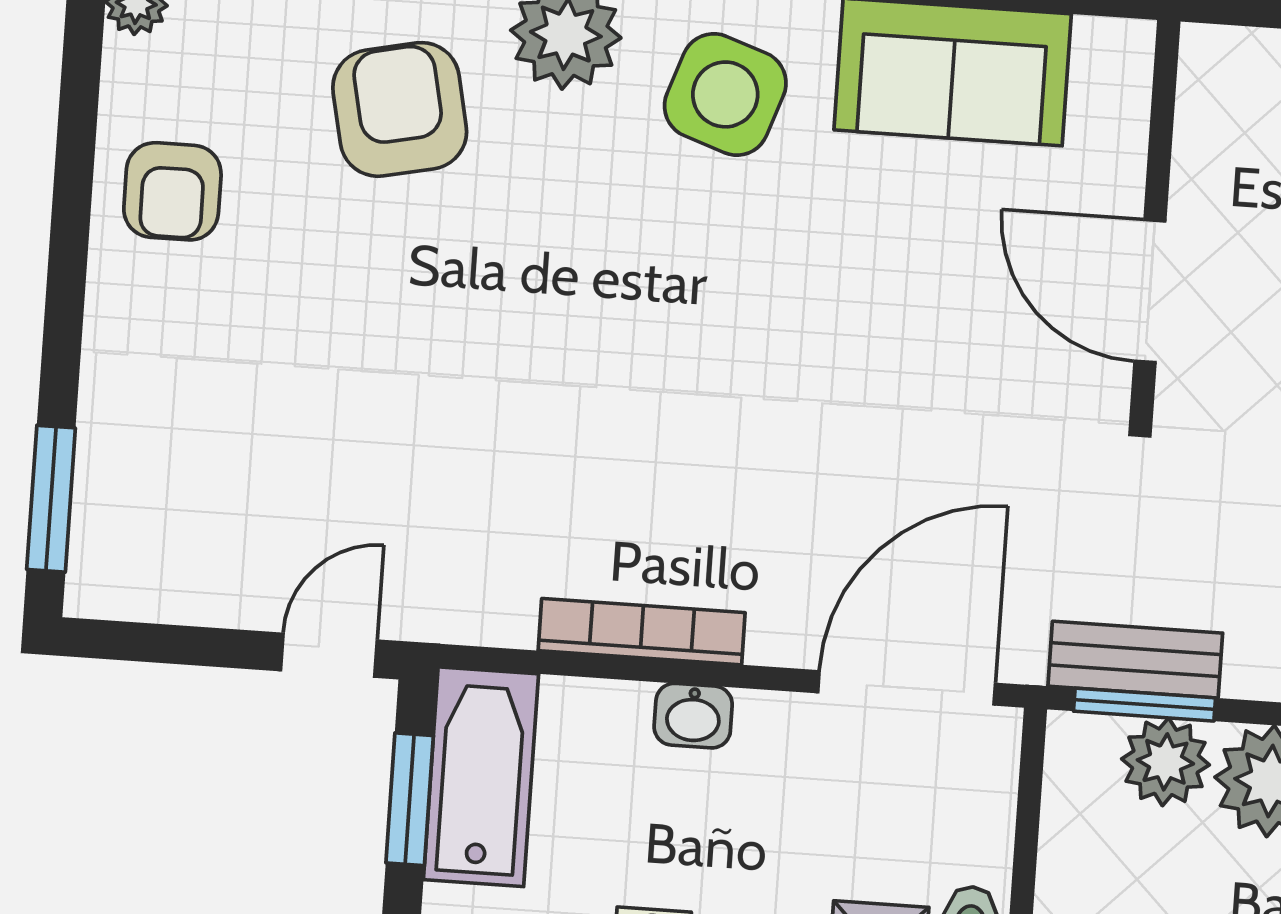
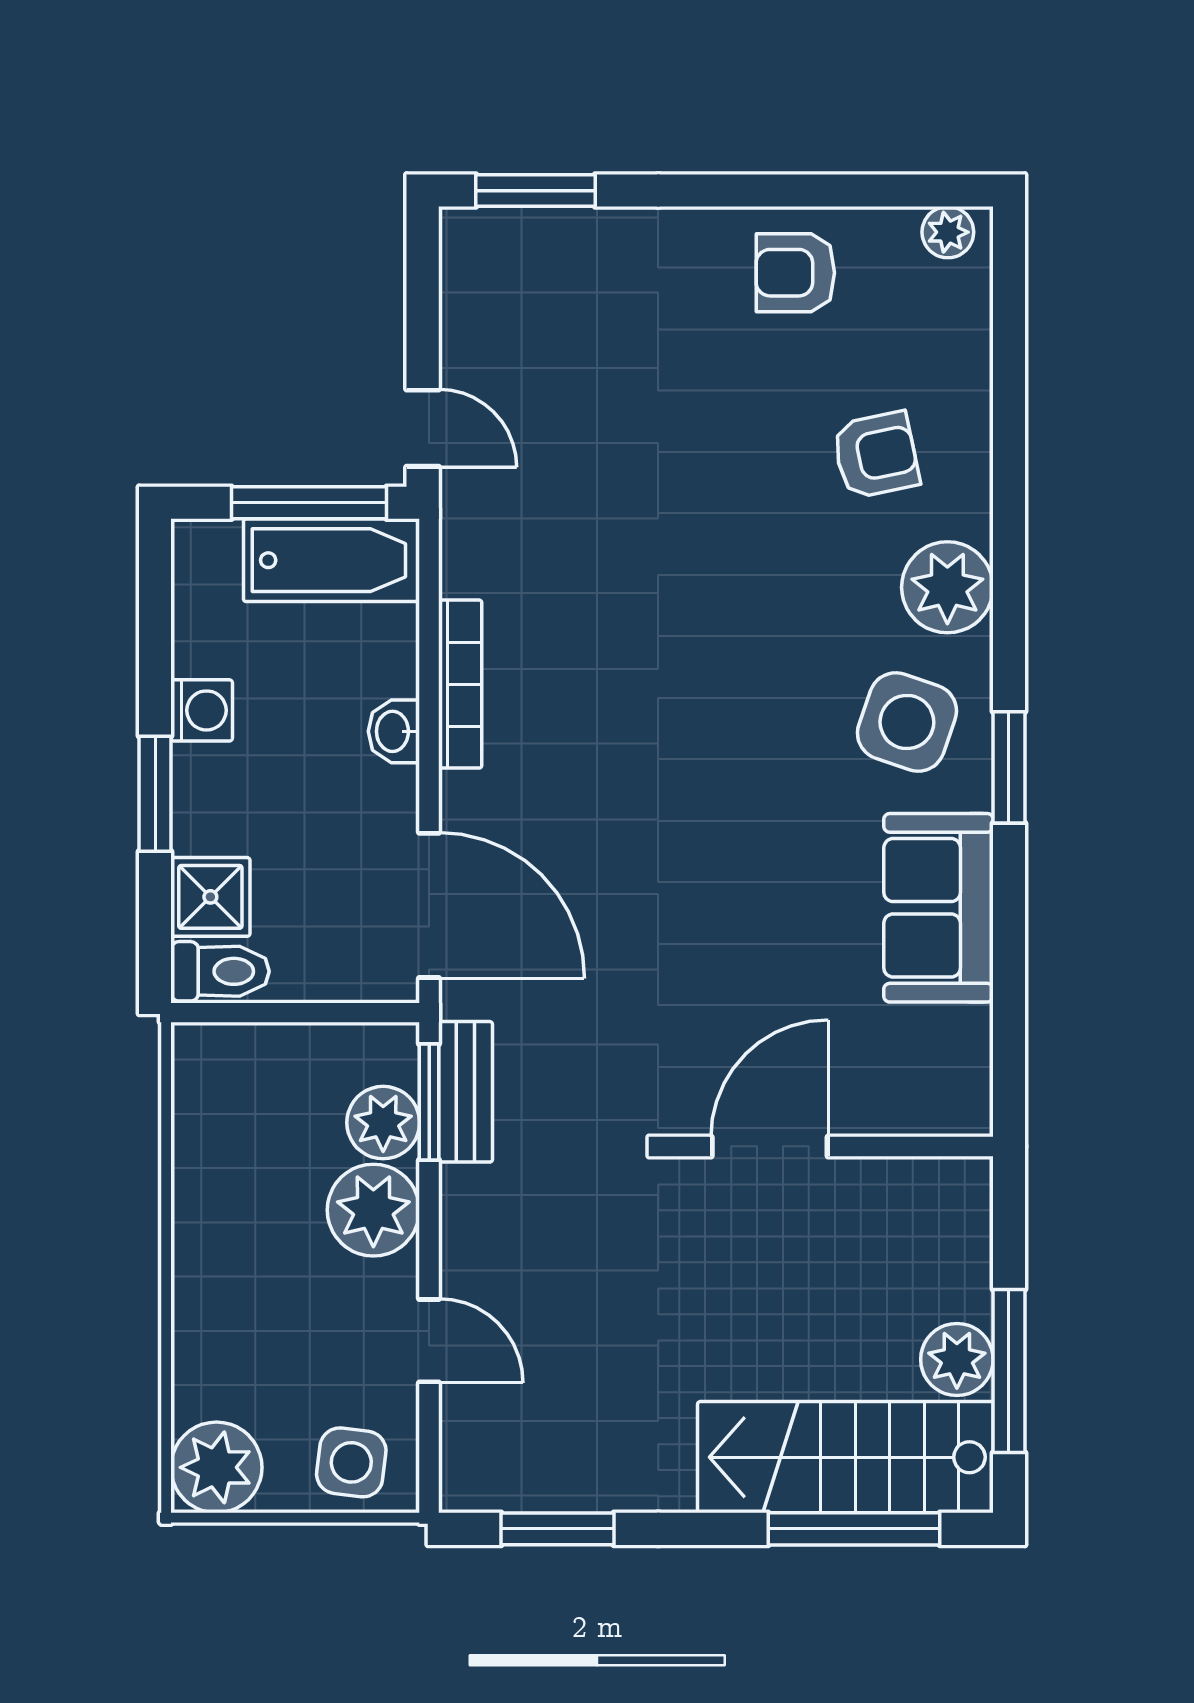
armchair: (400, 109) -> (876, 455), width x0.72, depth x0.72
wall: (1155, 217) -> (831, 1146), moved
door: (1150, 291) -> (770, 1146), moved
window: (410, 799) -> (309, 503), width x1.44

